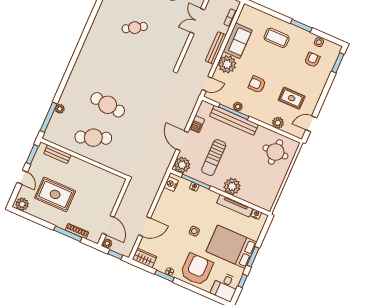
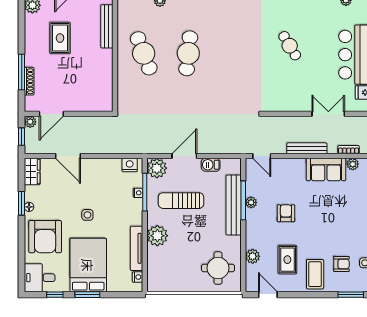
coffee table: (277, 38) -> (315, 274), moved
plant: (227, 64) -> (353, 164), moved, width x0.53, depth x0.53
bench: (57, 154) -> (107, 26), width x1.36
rug: (55, 194) -> (60, 38), width x0.73, depth x0.70
armchair: (197, 269) -> (45, 237), turned 90

